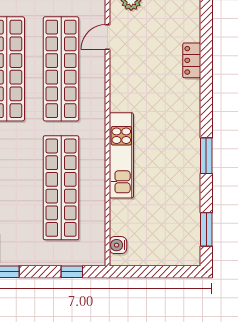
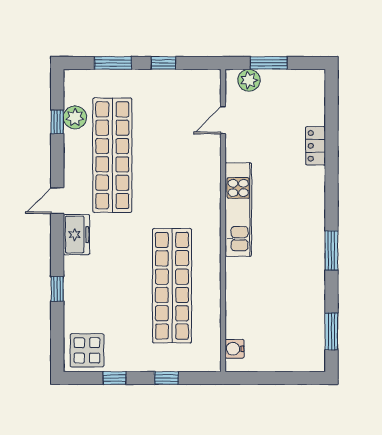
shop shelf: (61, 69) -> (172, 155), removed
kitchen unit: (121, 155) -> (238, 210), moved
window: (72, 272) -> (166, 378), moved

